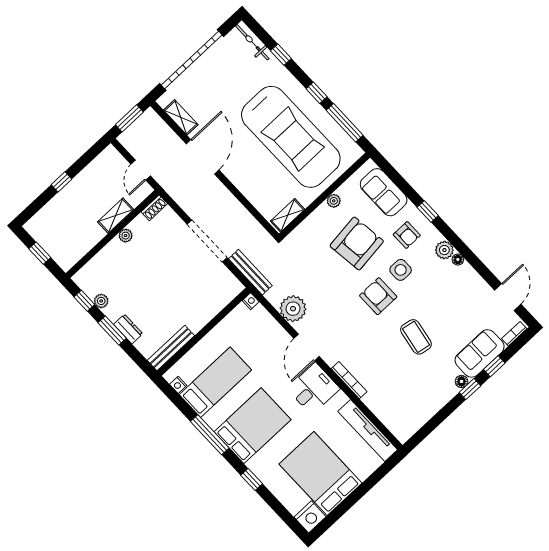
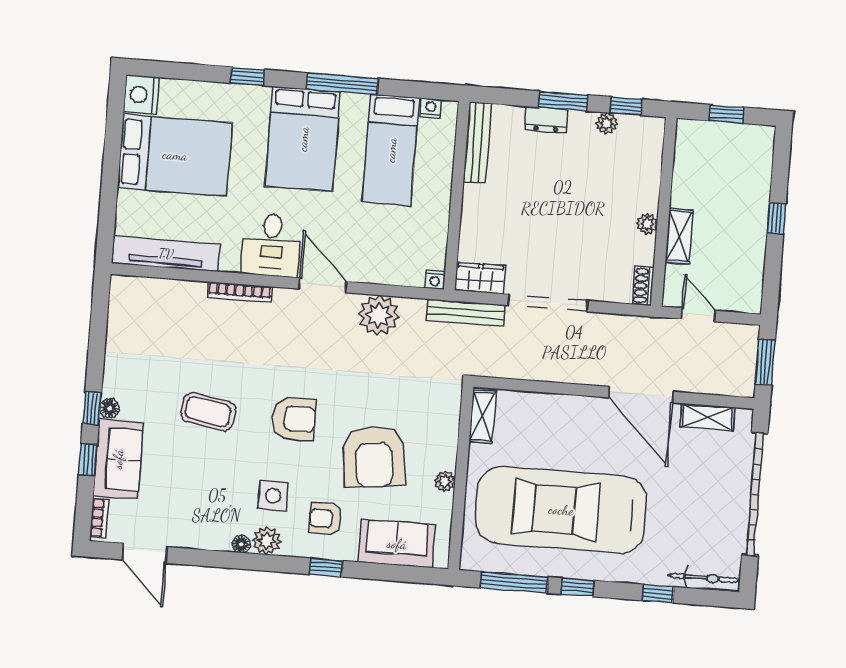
side table: (401, 270) -> (273, 496), moved
wardrobe: (229, 282) -> (480, 278), added

